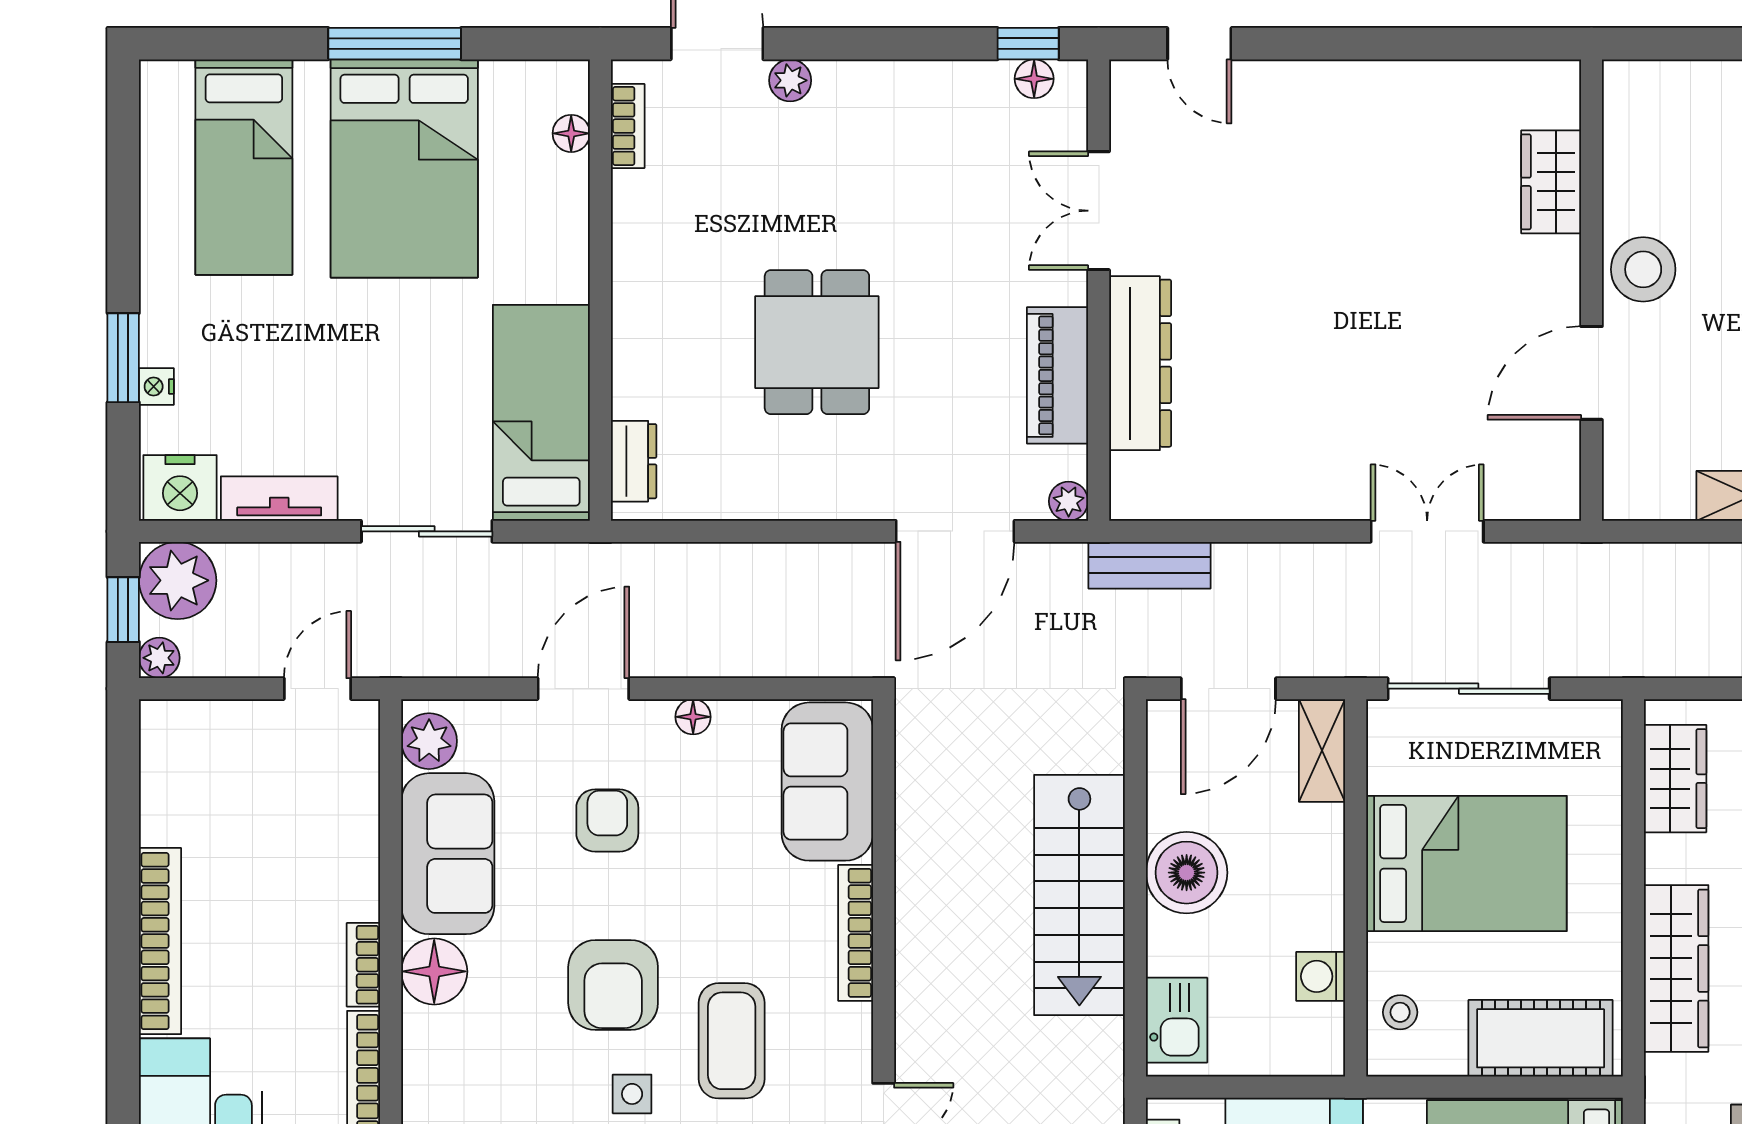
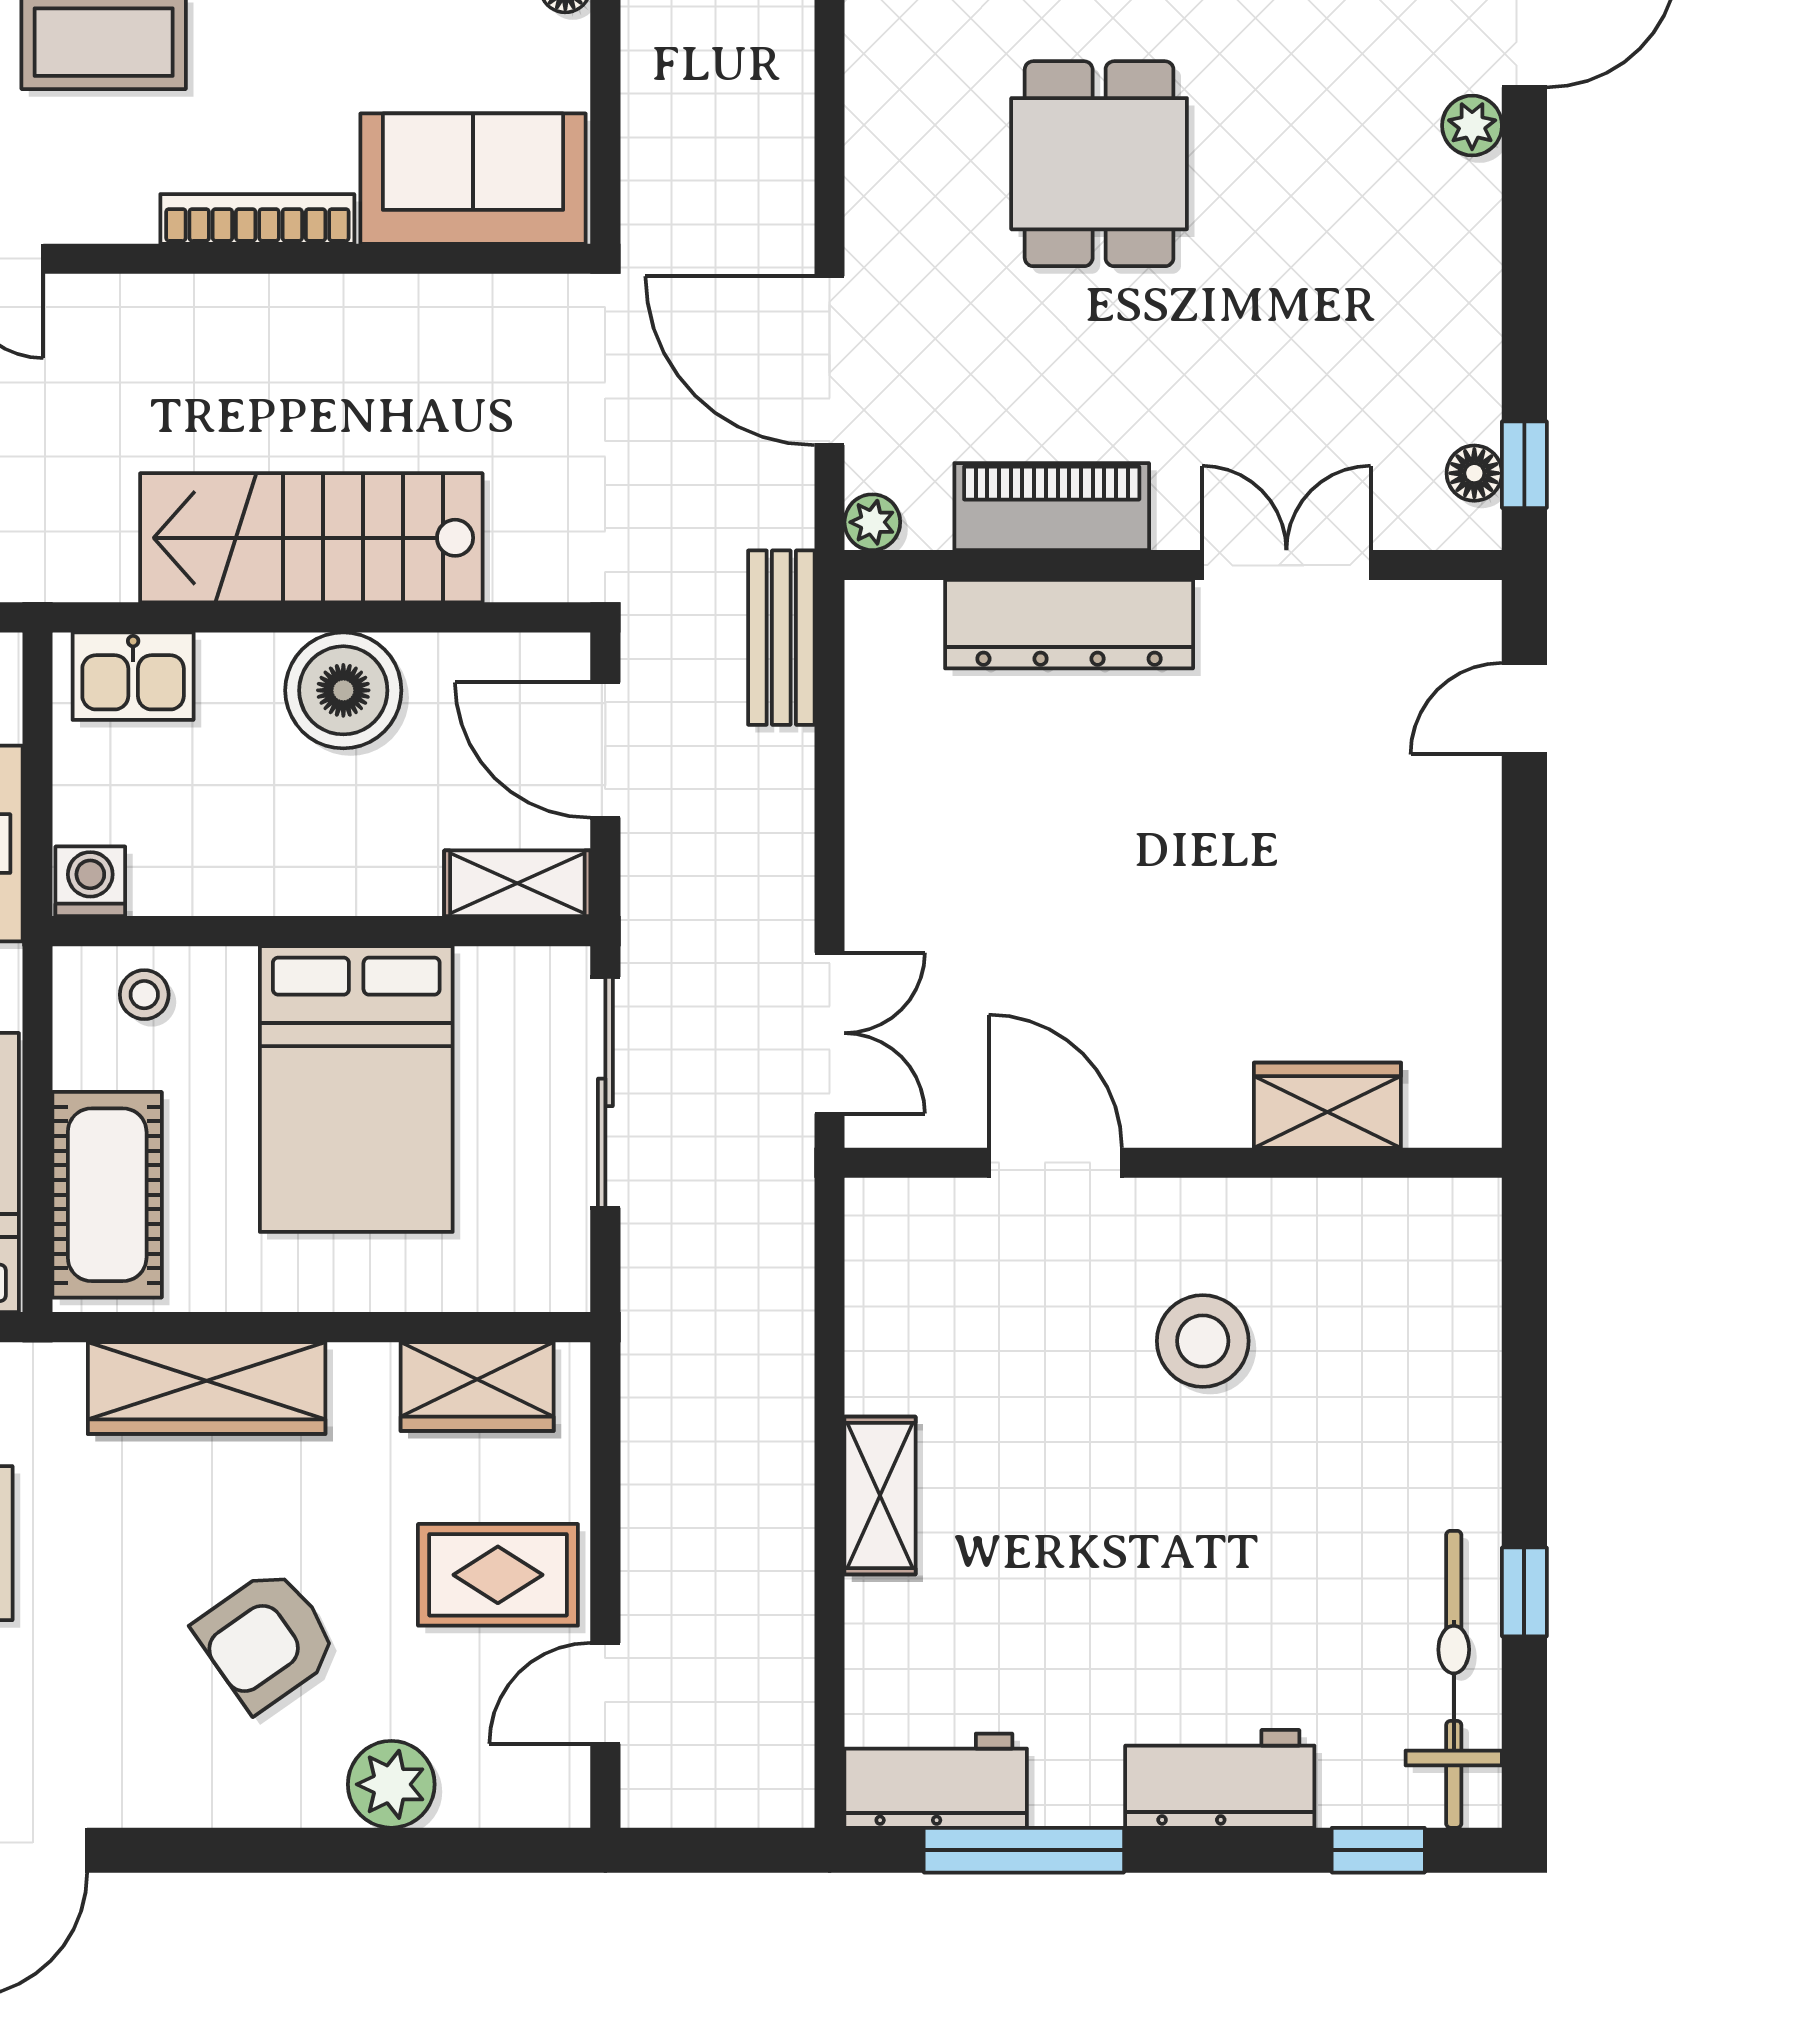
wardrobe: (1551, 182) -> (1327, 1105), moved
wall: (1592, 290) -> (1173, 1163), moved
dining table: (817, 342) -> (1099, 164), turned 90
door: (1592, 373) -> (1055, 1163), moved
washing machine: (1321, 976) -> (90, 881), moved

